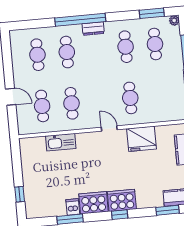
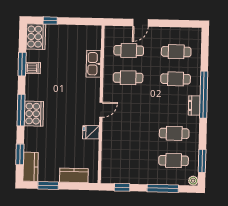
cafe table: (130, 98) -> (127, 132), removed
fridge: (142, 139) -> (91, 132), width x0.53, depth x0.75
cooker: (94, 203) -> (36, 37), moved
window: (120, 215) -> (21, 110), width x2.17

